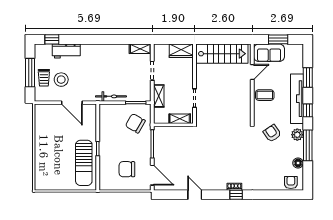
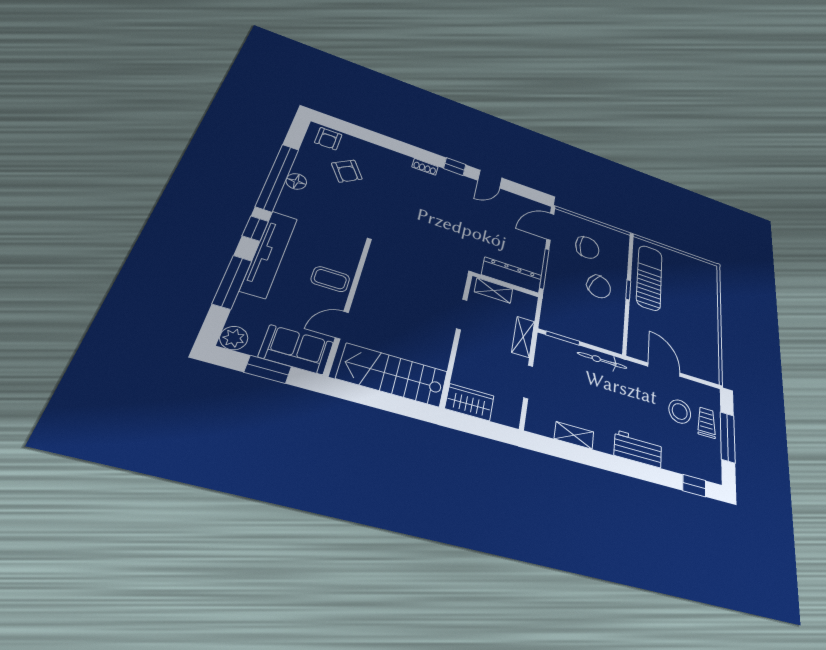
shelving: (140, 49) -> (574, 435), moved
workbench: (66, 51) -> (638, 449), moved
window: (308, 78) -> (232, 282), width x1.44
chair: (135, 123) -> (599, 287), moved
dresser: (171, 132) -> (512, 275), added
armchair: (272, 133) -> (347, 171), moved
plant: (297, 135) -> (234, 338), moved
window: (308, 145) -> (277, 177), width x1.46
floor lamp: (298, 163) -> (296, 181), moved
door: (152, 175) -> (550, 227), hinge flipped
door: (195, 195) -> (490, 179), hinge flipped
window: (236, 195) -> (455, 167), moved

